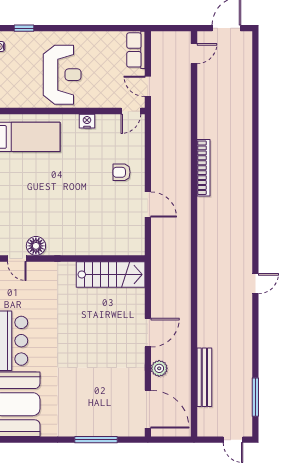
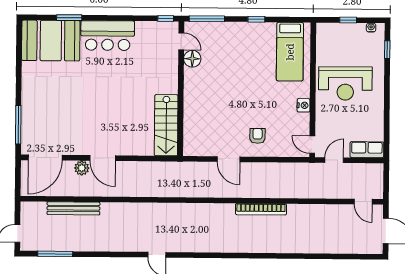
door: (148, 204) -> (228, 159), hinge flipped
door: (17, 258) -> (181, 41), swing flipped
door: (148, 333) -> (103, 158), moved
window: (96, 440) -> (18, 125), moved

